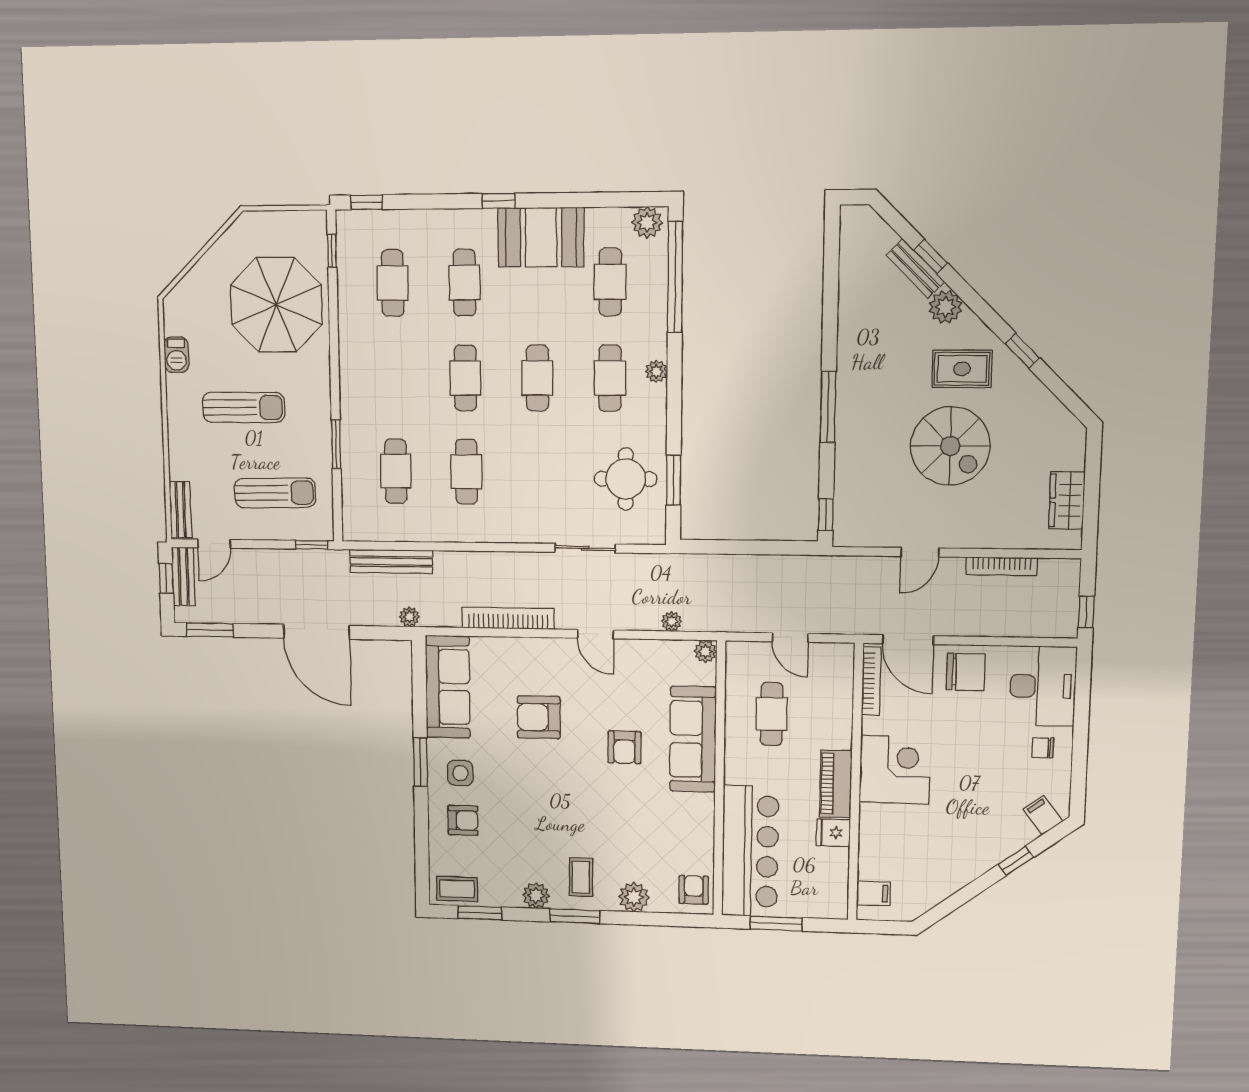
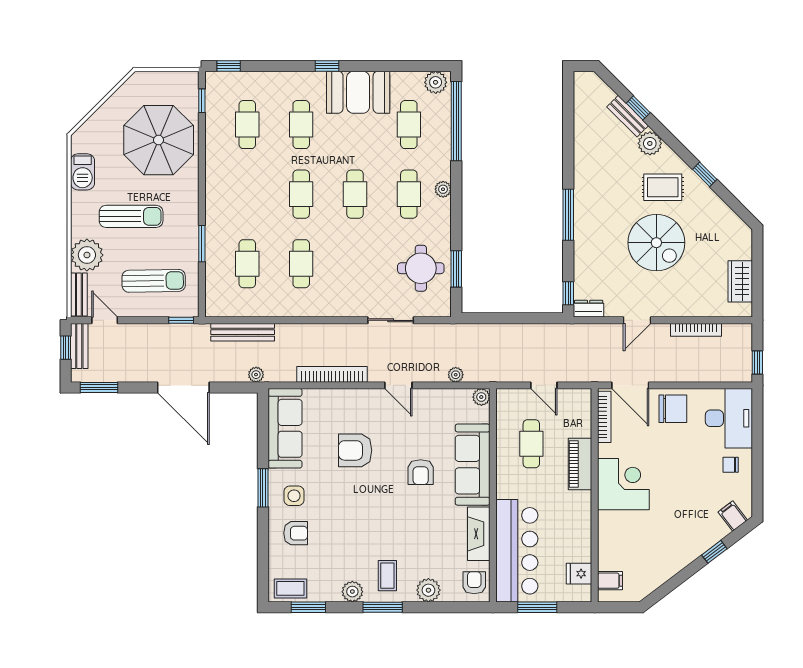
barbecue: (176, 355) -> (83, 172), width x1.38, depth x1.27
plant: (189, 458) -> (87, 255), added
dresser: (853, 536) -> (589, 309), added
door: (214, 544) -> (105, 320), swing flipped
piano: (836, 784) -> (580, 464), moved
fireplace: (700, 828) -> (479, 534), added
fridge: (833, 833) -> (579, 574), moved

